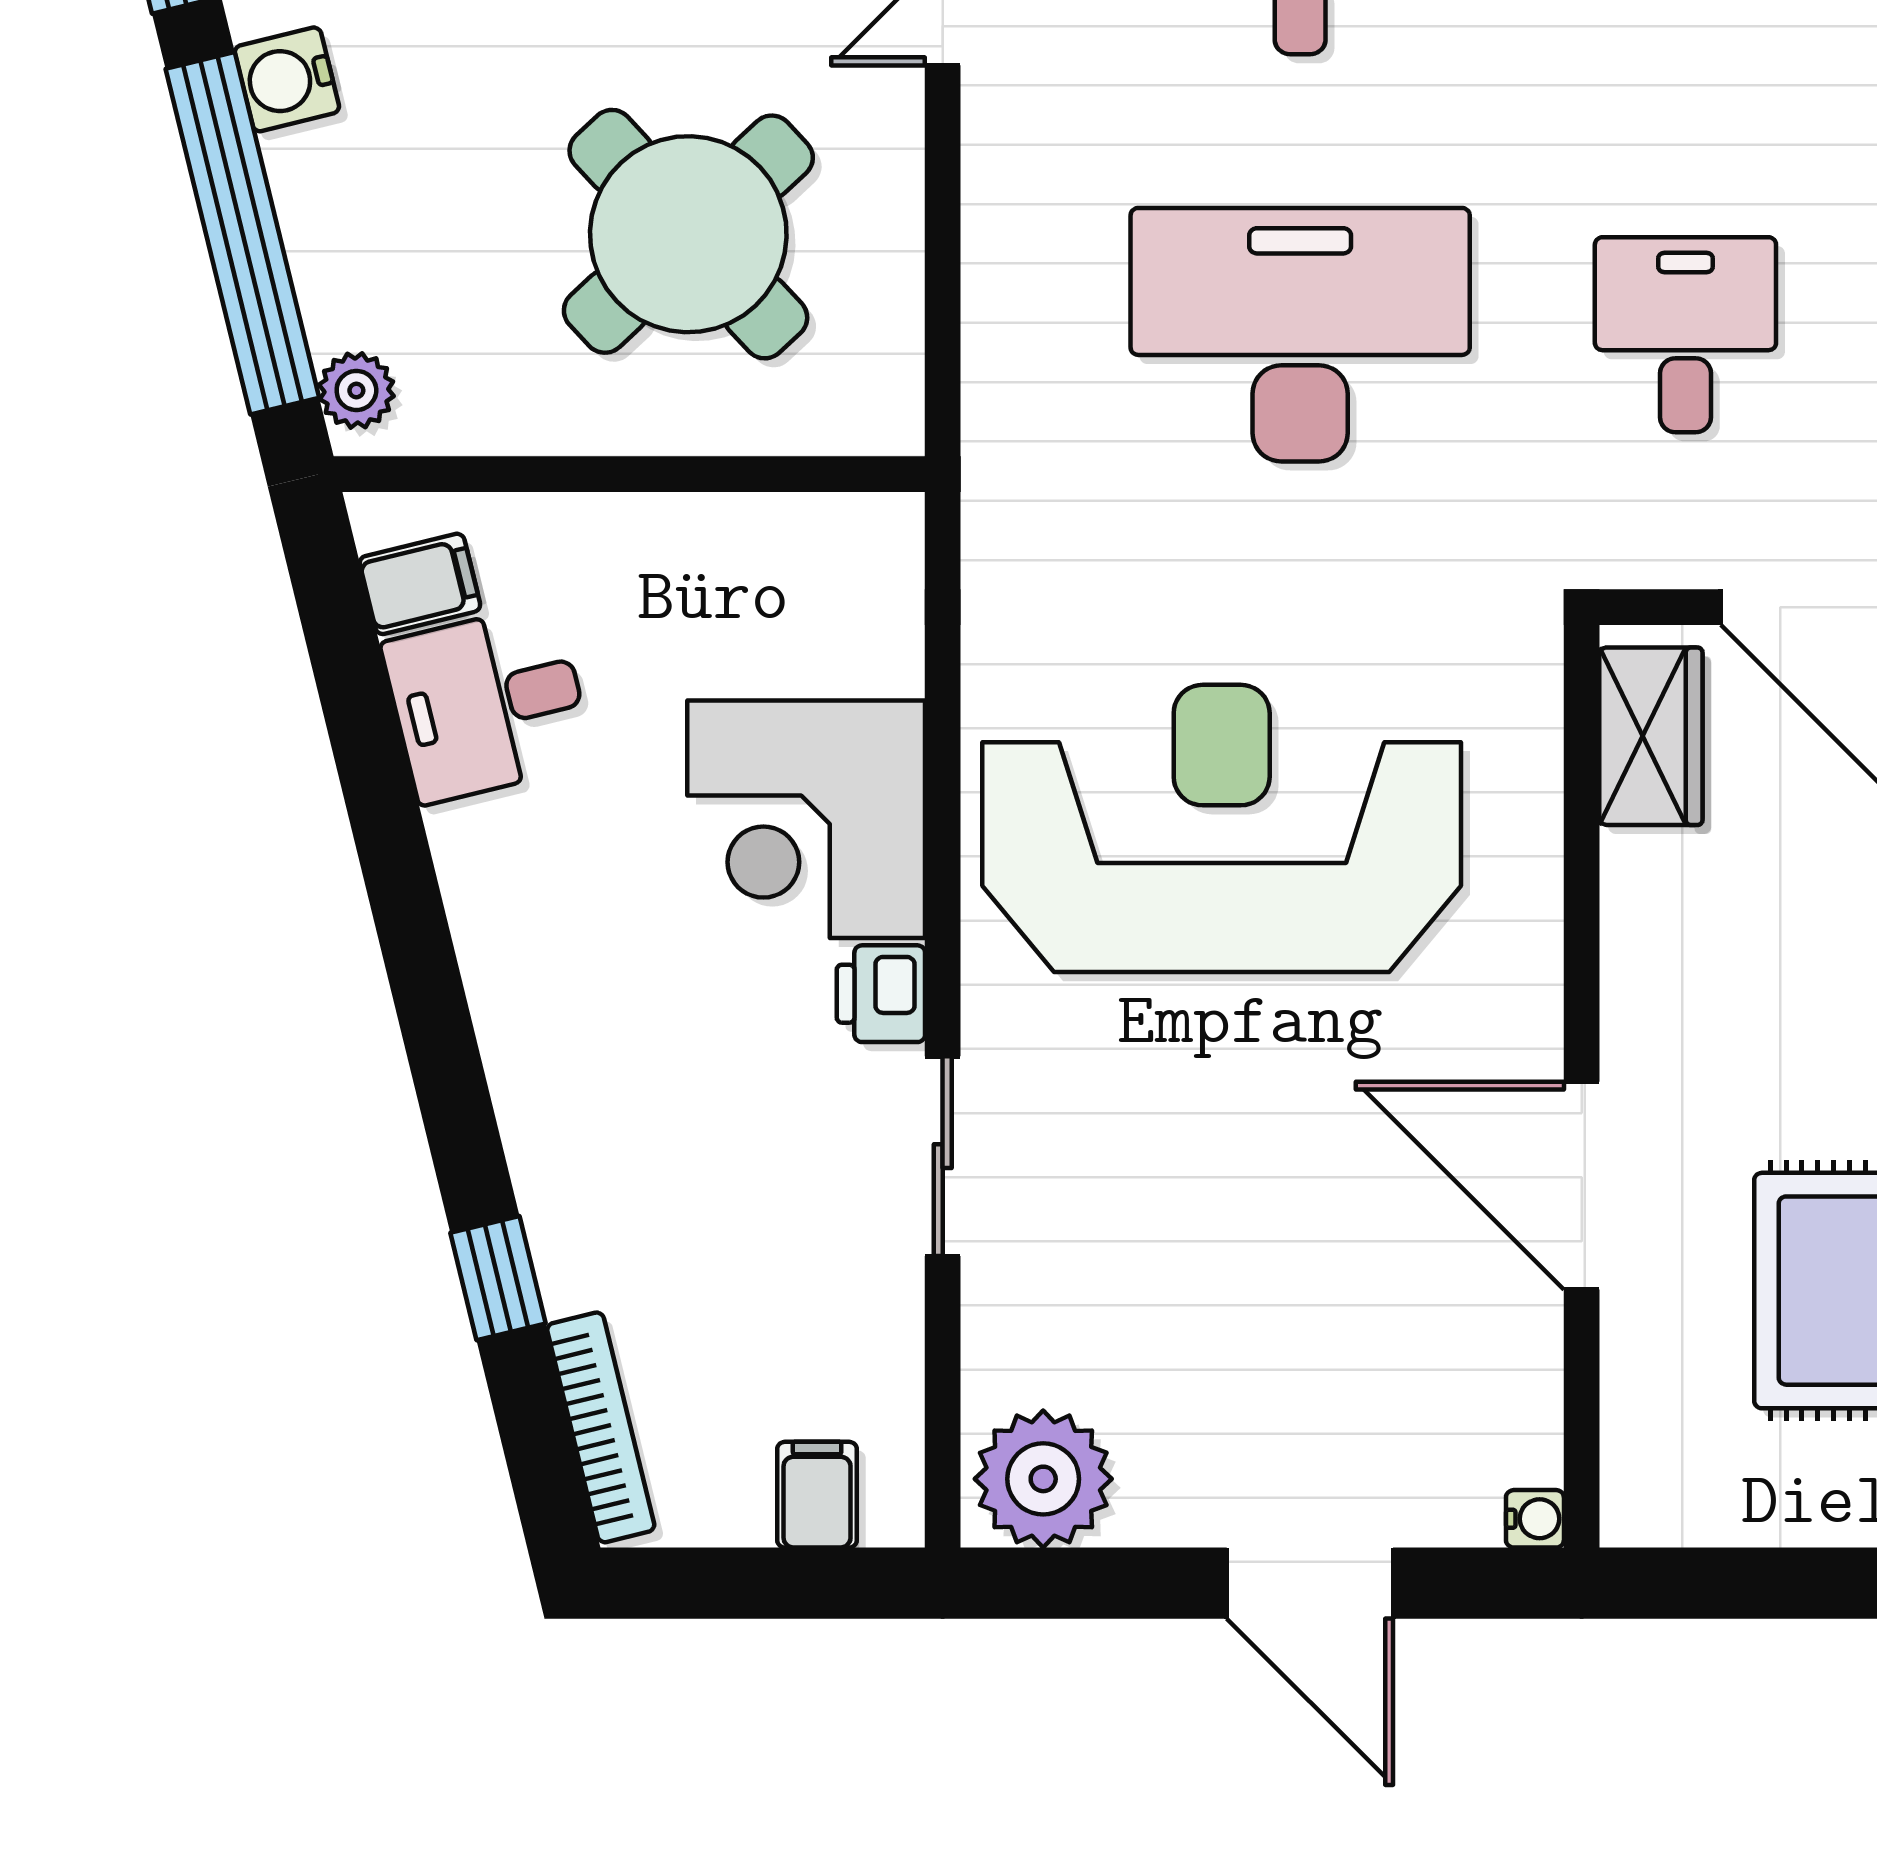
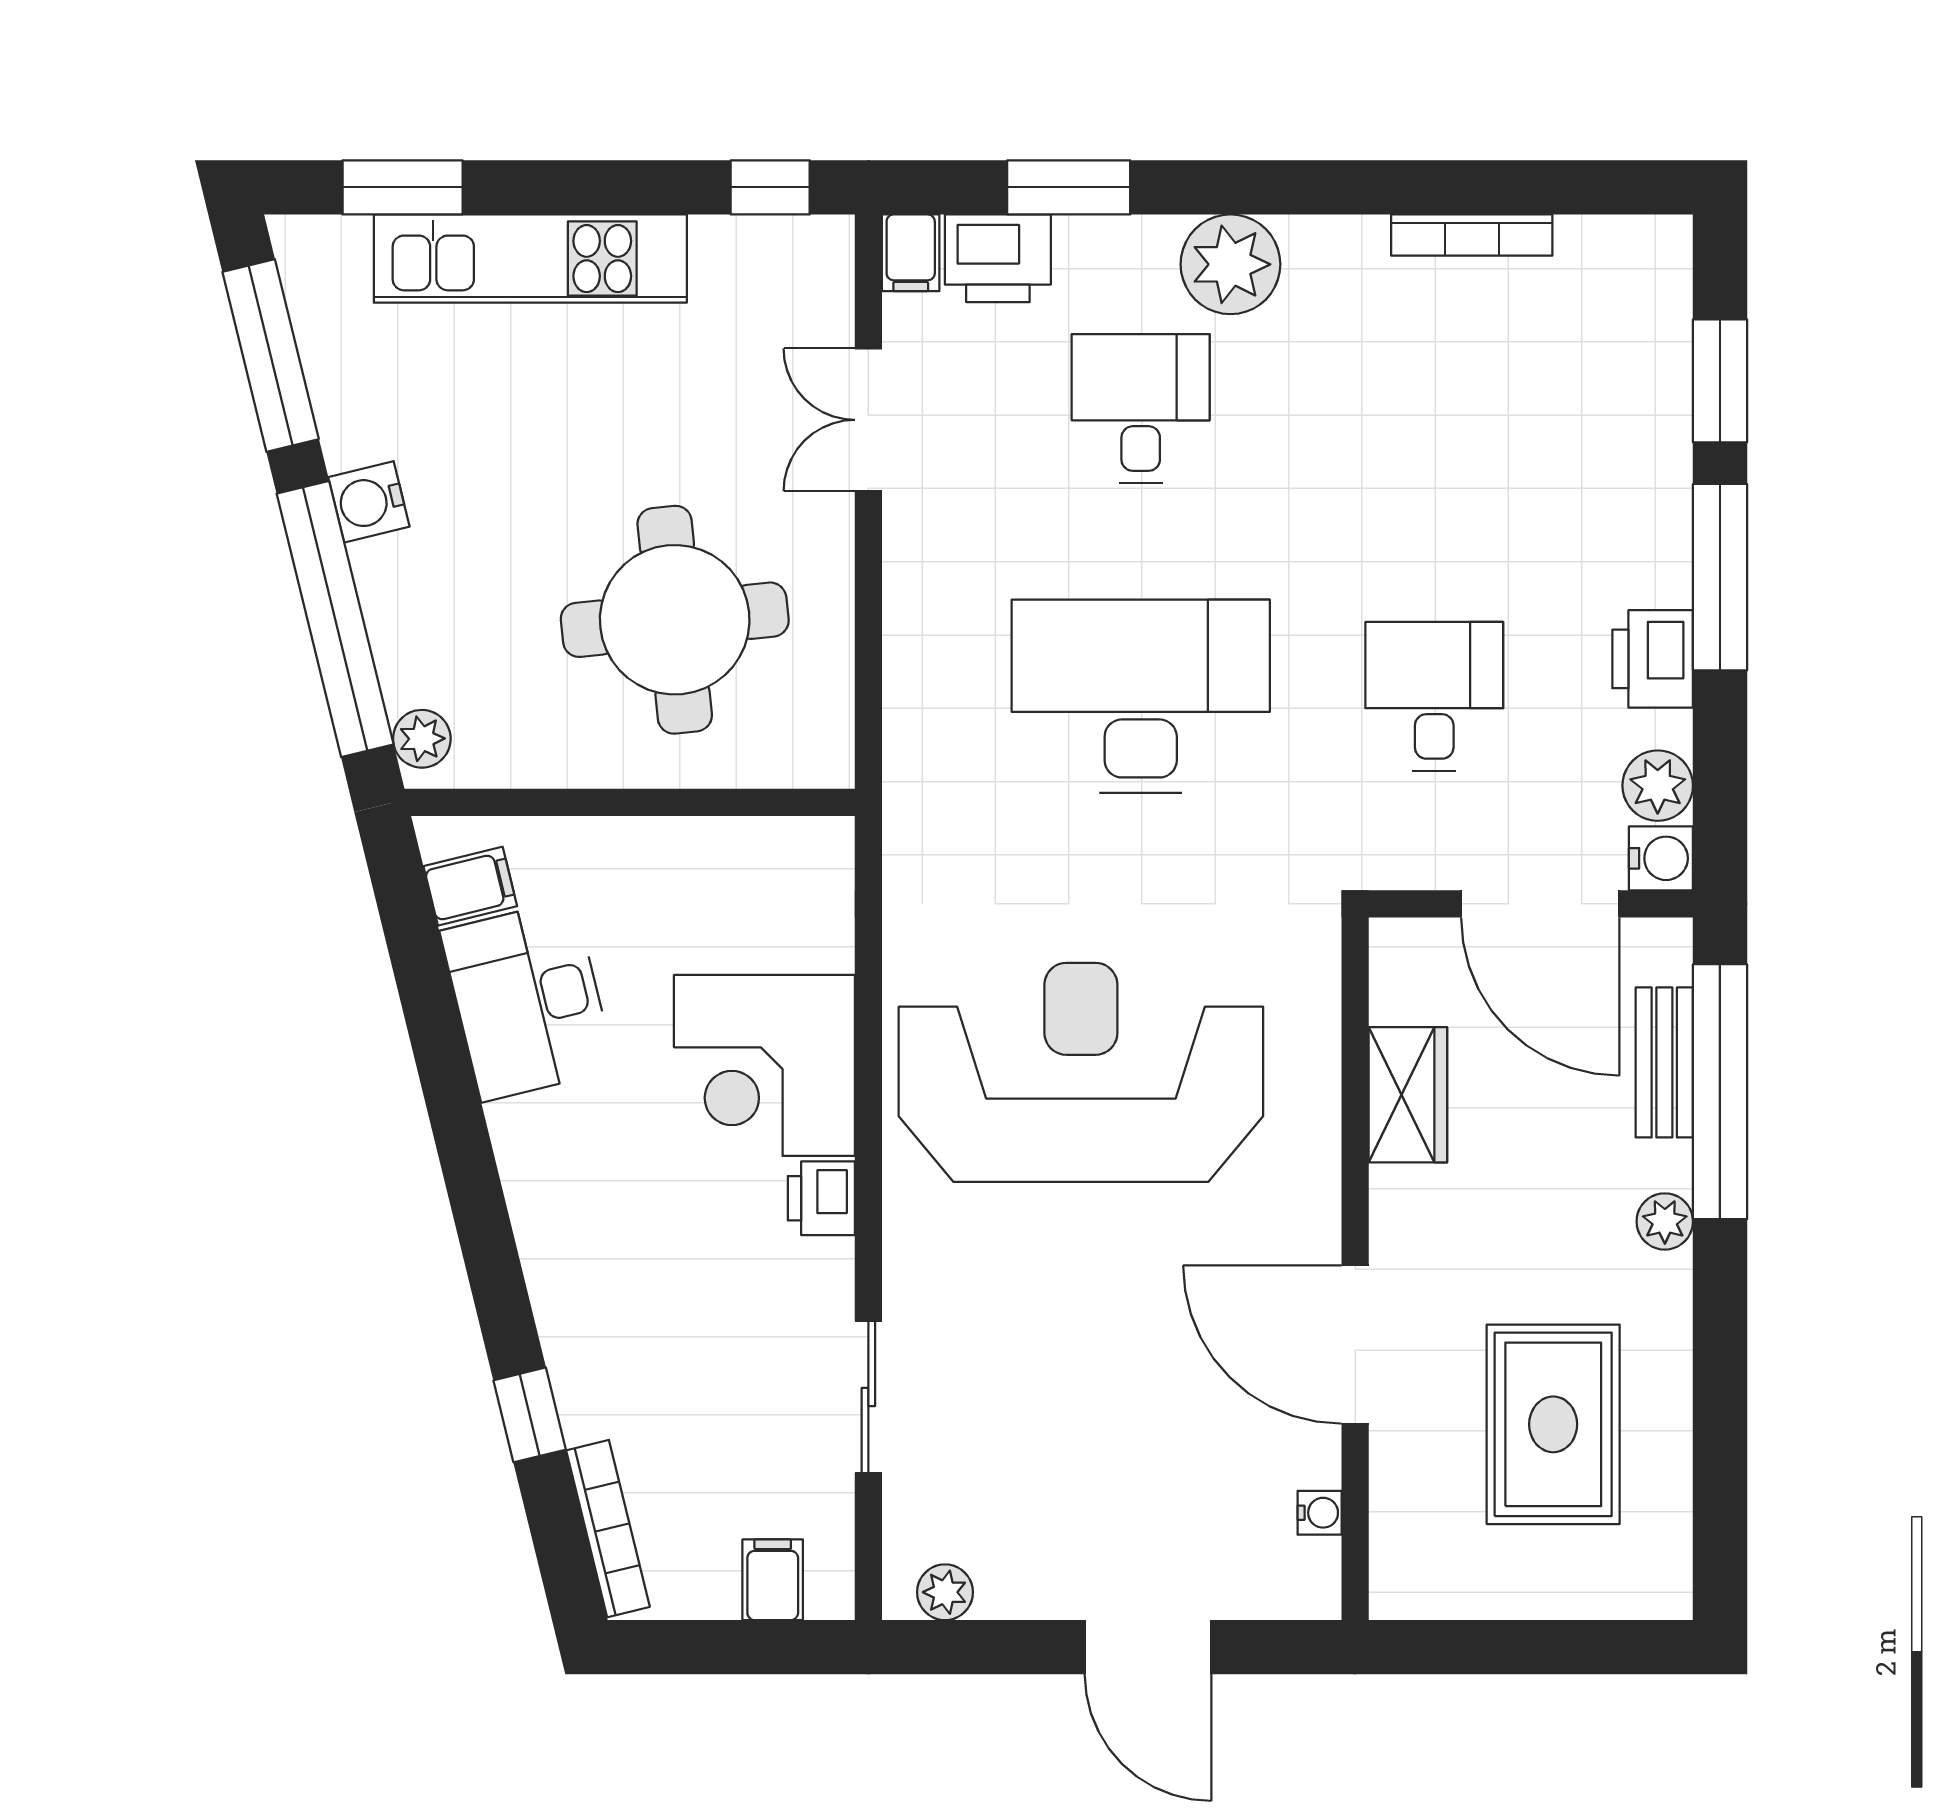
round table: (688, 234) -> (675, 620), turned 37
desk: (488, 703) -> (528, 1000), width x1.37
wardrobe: (1651, 736) -> (1408, 1095), moved
sliding door: (943, 1156) -> (868, 1397), moved
plant: (1043, 1479) -> (945, 1592), width x0.53, depth x0.53
water cooler: (1535, 1519) -> (1320, 1513), moved

